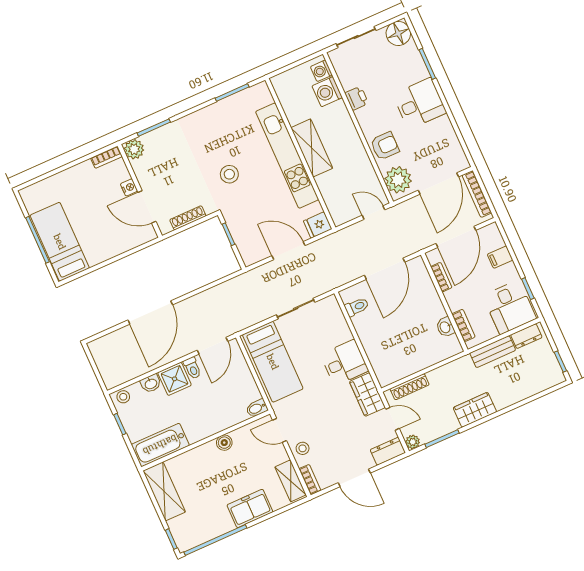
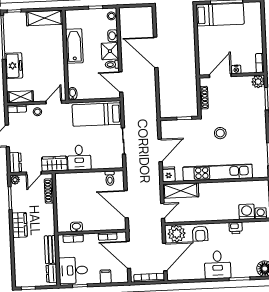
shelving: (312, 148) -> (181, 191), moved
door: (438, 184) -> (165, 257), swing flipped
boiler: (224, 443) -> (60, 66), removed
bathtub: (160, 445) -> (74, 46), moved

